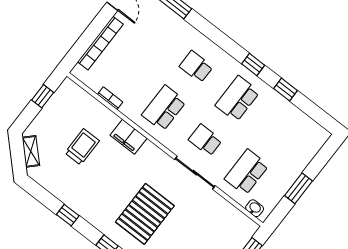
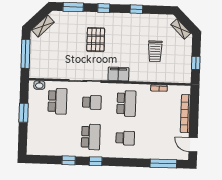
filing cabinet: (128, 137) -> (118, 74), moved
pallet: (145, 214) -> (96, 40), width x0.73, depth x0.71

